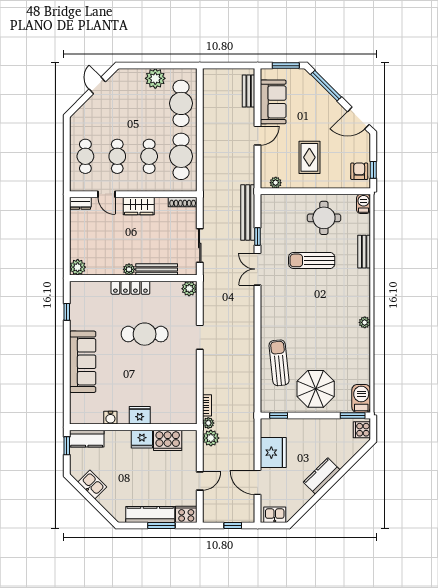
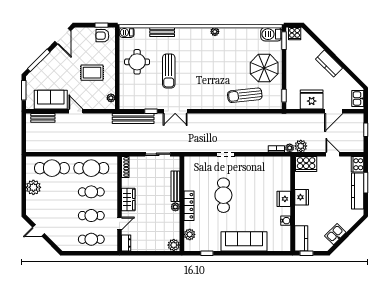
plant: (189, 289) -> (190, 234), moved
cooker: (168, 440) -> (306, 164), moved, turned 90

